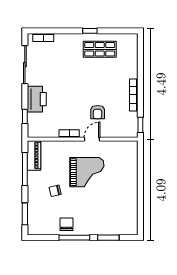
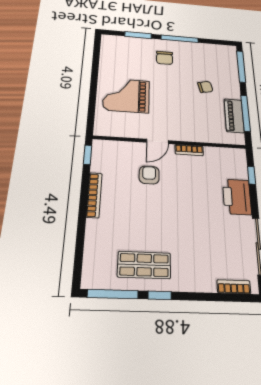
window: (118, 31) -> (113, 294), added
piano: (34, 156) -> (234, 116), moved
grand piano: (87, 172) -> (126, 95), moved
window: (25, 214) -> (241, 67), width x1.44
chair: (67, 224) -> (165, 58), moved

